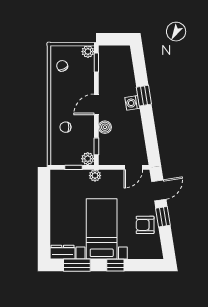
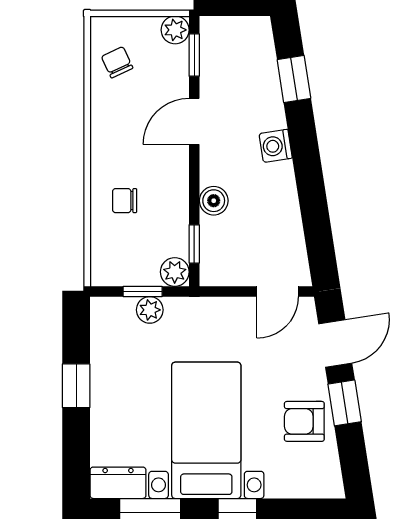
window: (144, 96) -> (294, 79), moved
door: (96, 104) -> (194, 121), moved
plant: (95, 176) -> (150, 310), moved
window: (44, 209) -> (76, 386), added

